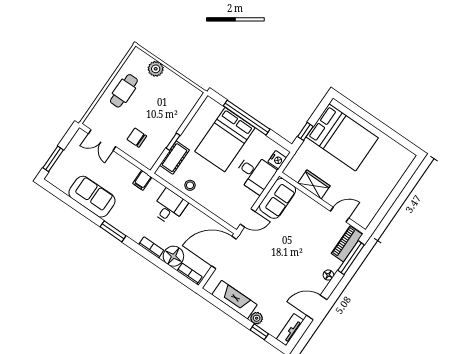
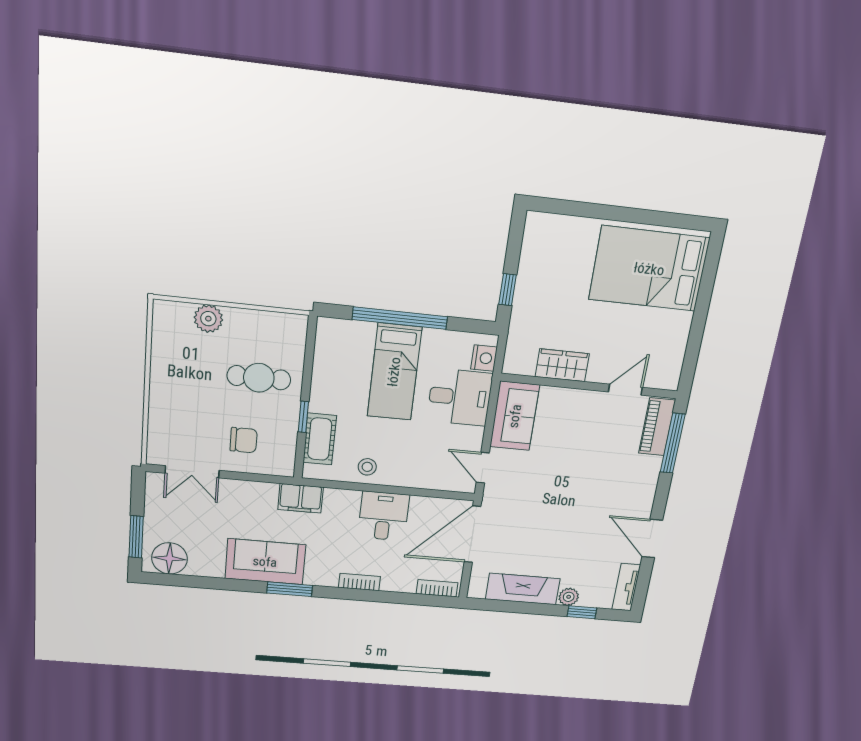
cafe table: (124, 91) -> (259, 378), moved, turned 90
bed: (342, 137) -> (649, 269), moved, turned 180
chair: (137, 138) -> (244, 440), turned 180
bed: (225, 140) -> (394, 372), width x0.67
filing cabinet: (142, 180) -> (301, 498), width x2.00
sofa: (92, 197) -> (265, 562), moved
desk: (169, 207) -> (384, 516), moved
door: (248, 218) -> (483, 468), swing flipped
floor lamp: (173, 256) -> (169, 558), moved
floor lamp: (328, 275) -> (649, 485), removed
door: (317, 308) -> (652, 539), hinge flipped

